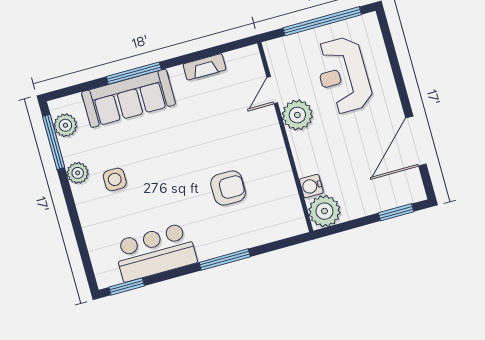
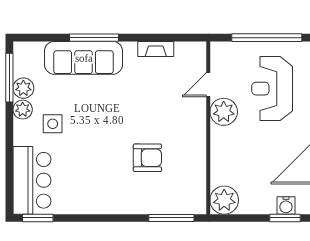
plant: (65, 125) -> (23, 88), moved
water cooler: (311, 186) -> (286, 205), moved, turned -90
bar counter: (155, 252) -> (32, 180), moved, turned 90
window: (225, 260) -> (171, 218), moved

